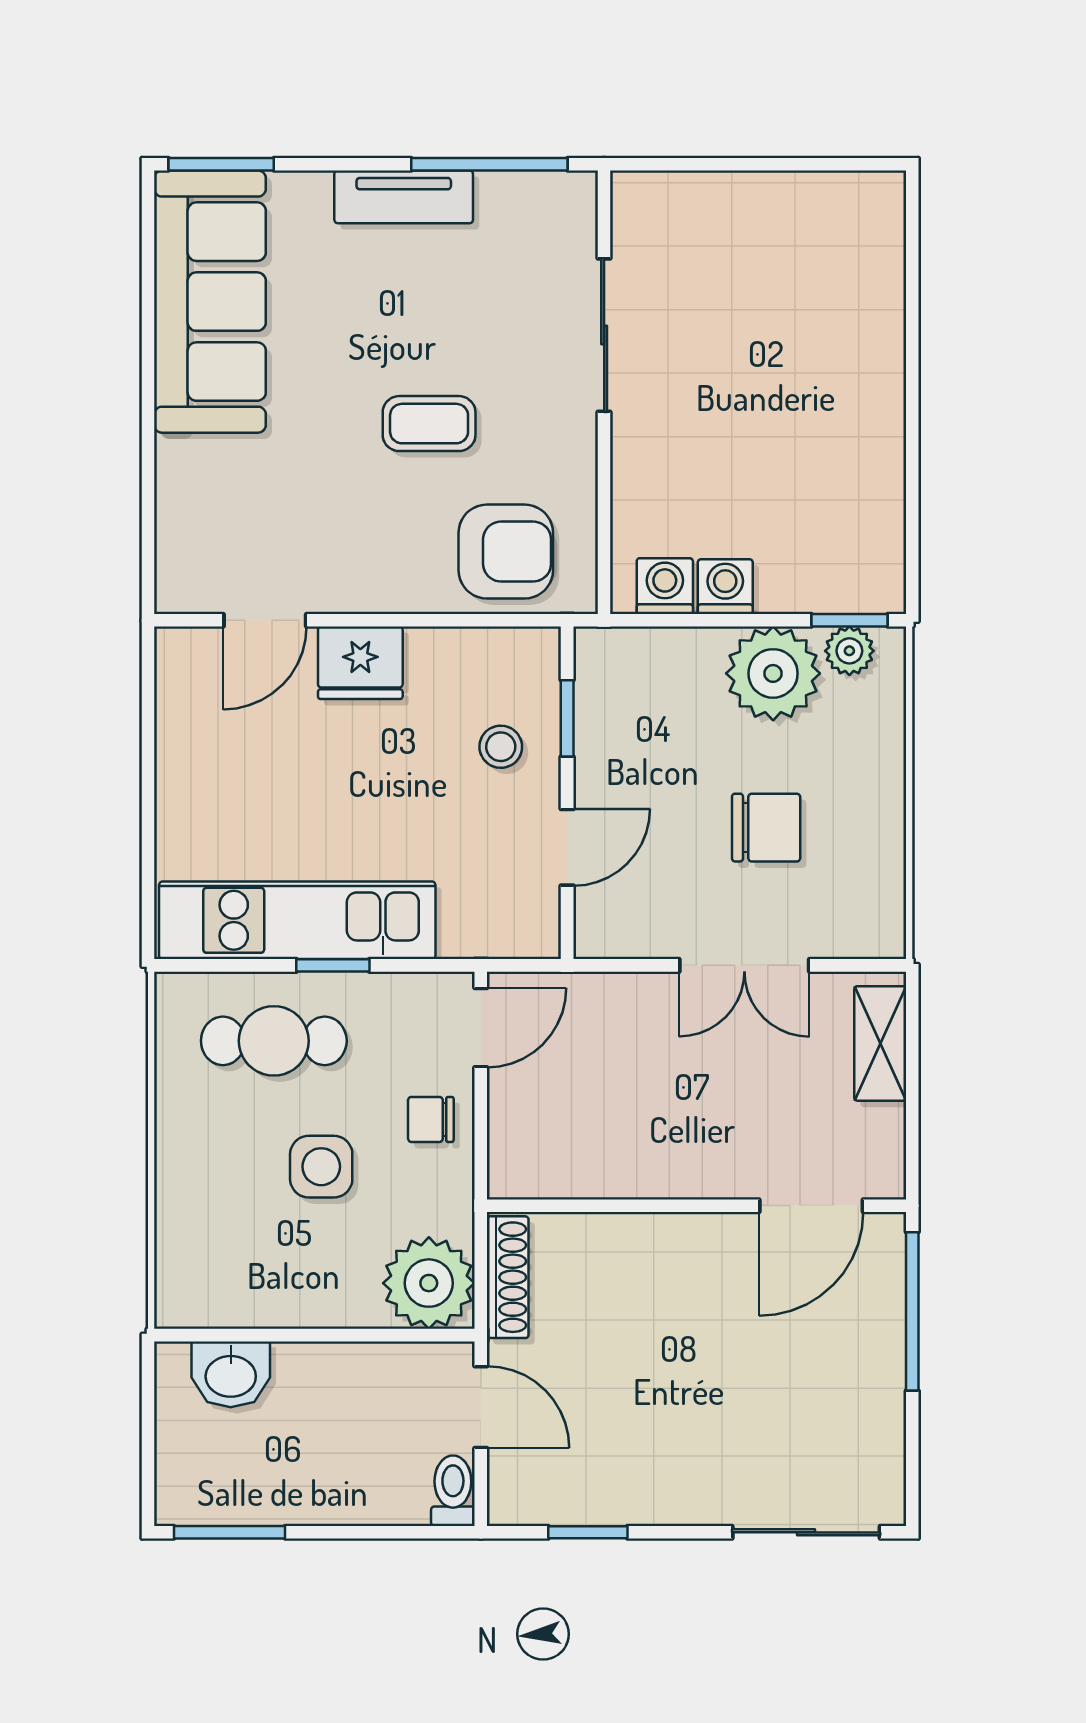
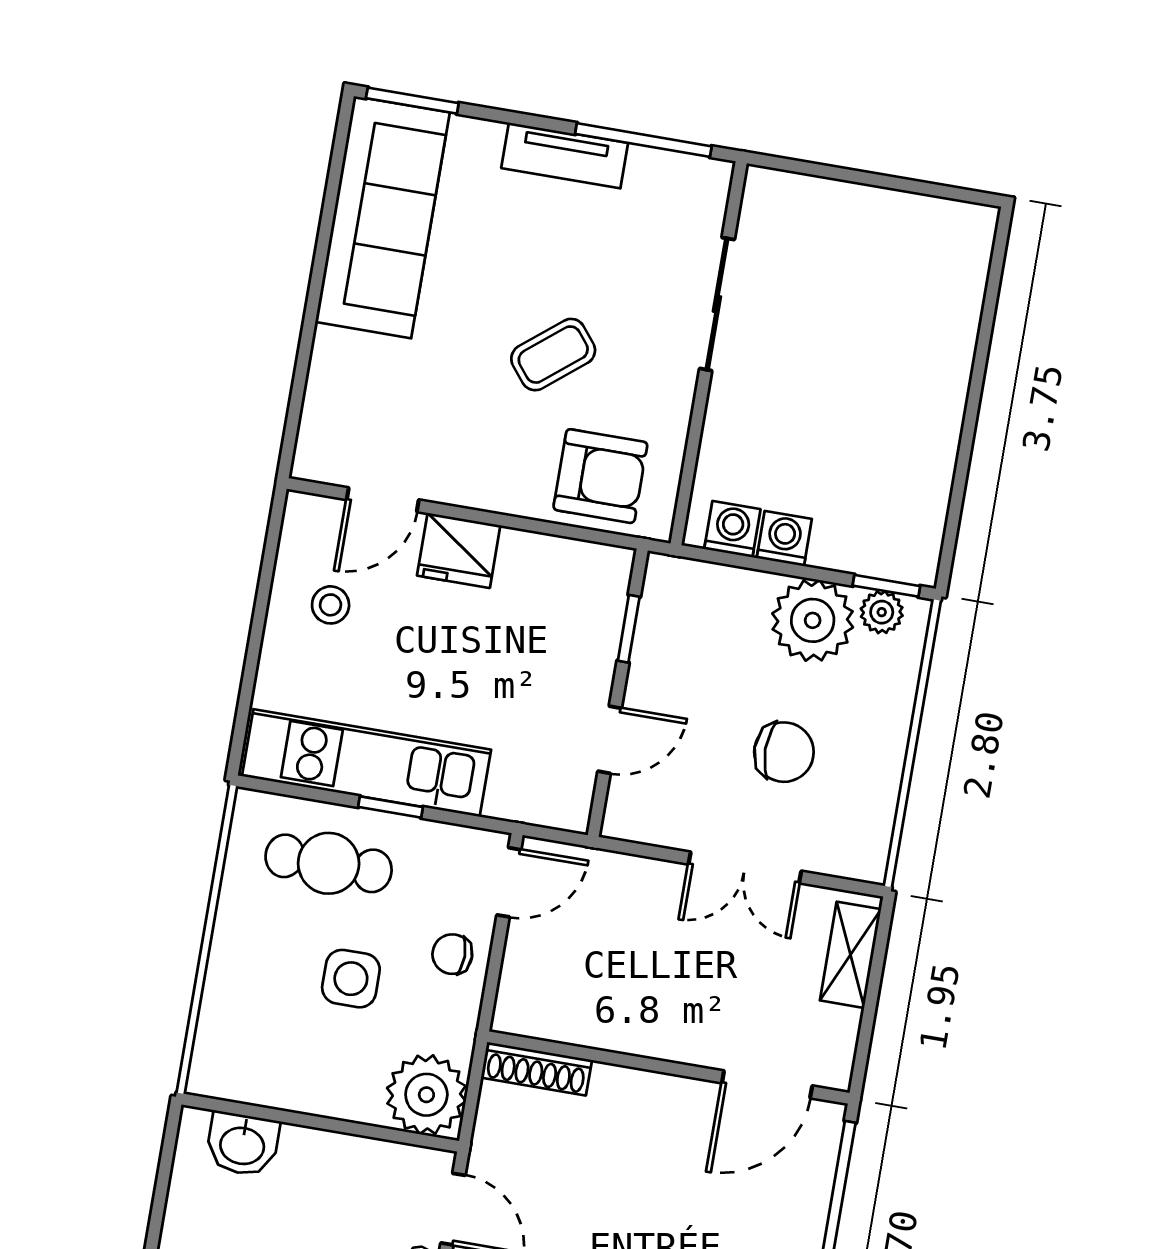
coffee table: (429, 424) -> (553, 355), turned -39
stool: (501, 747) -> (331, 605), moved
shoe rack: (508, 1277) -> (536, 1069), moved, turned 90

